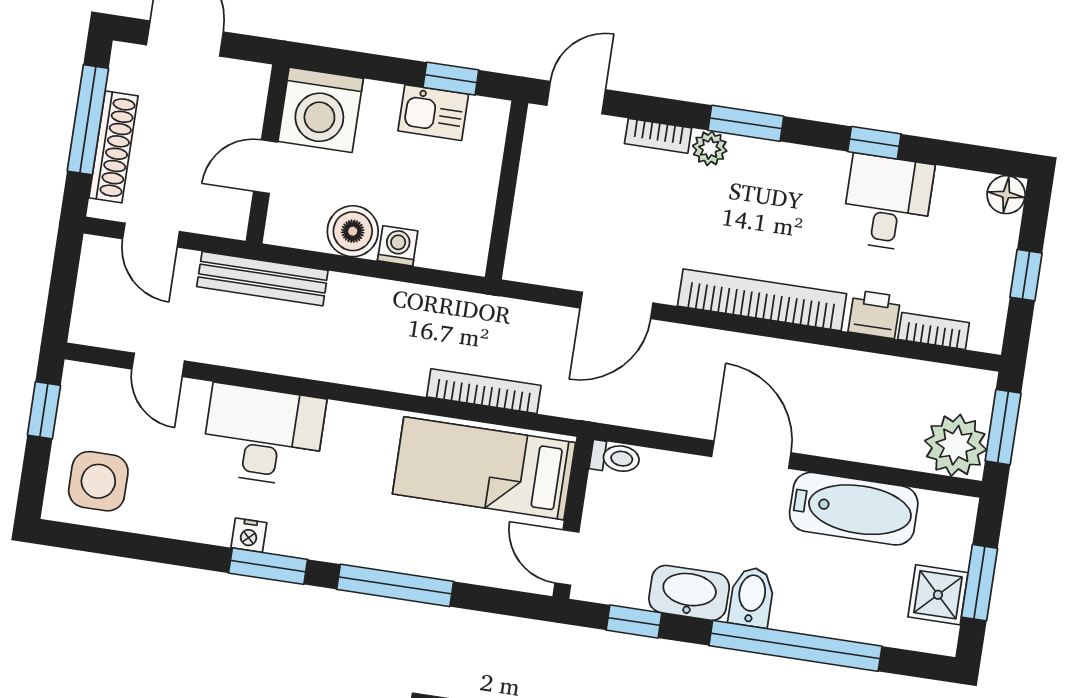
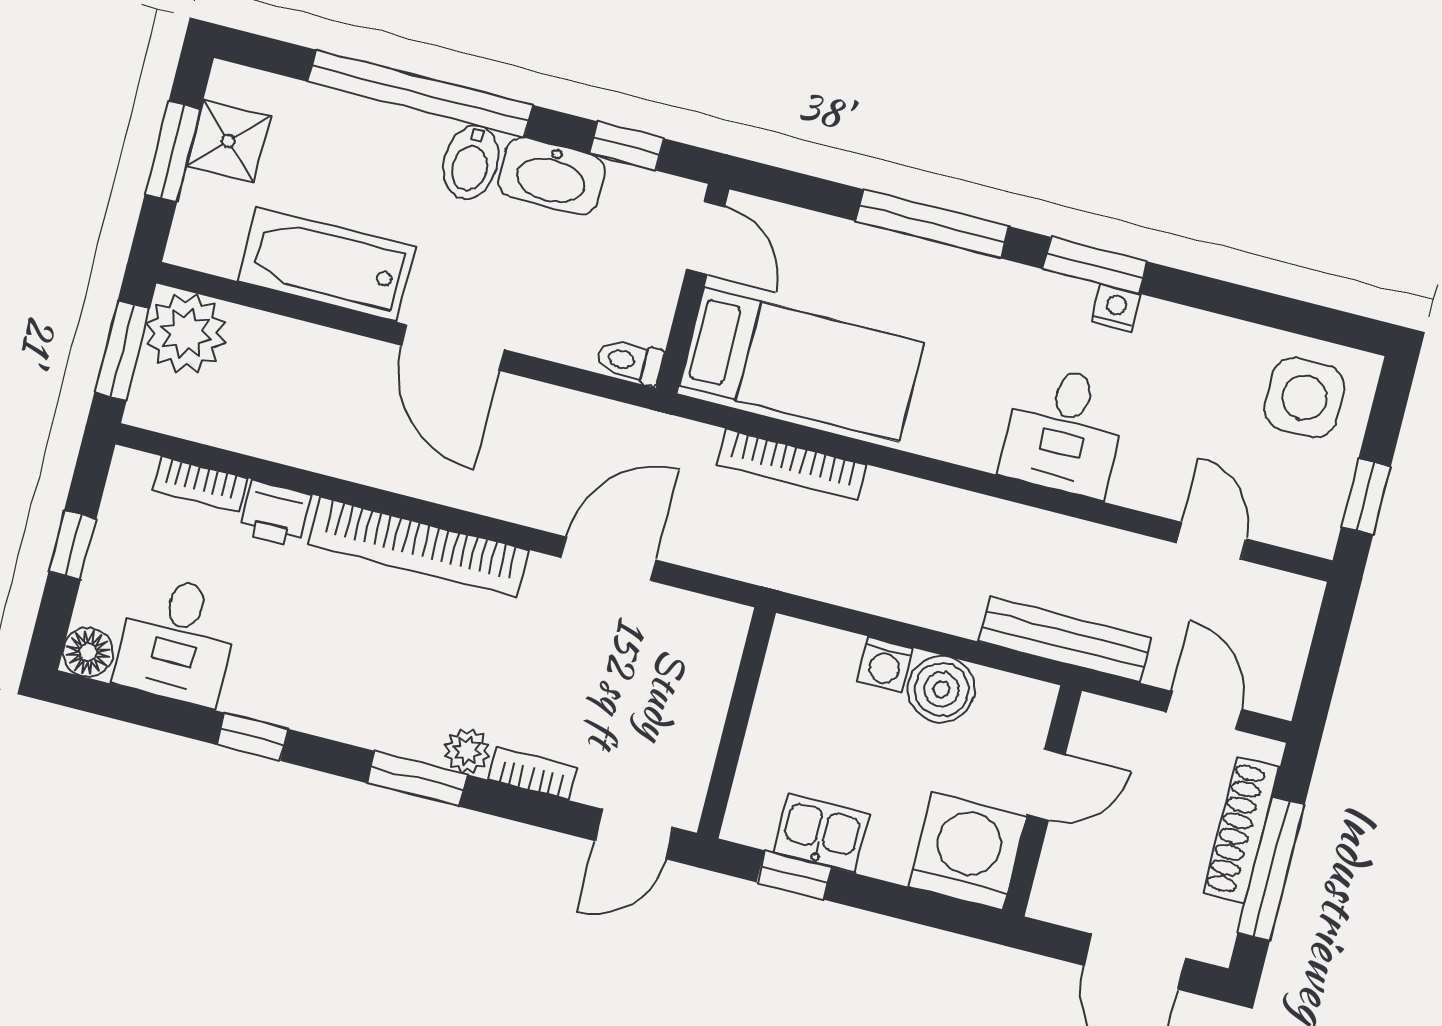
desk: (888, 203) -> (177, 640), moved
desk: (263, 435) -> (1064, 431), width x0.73

